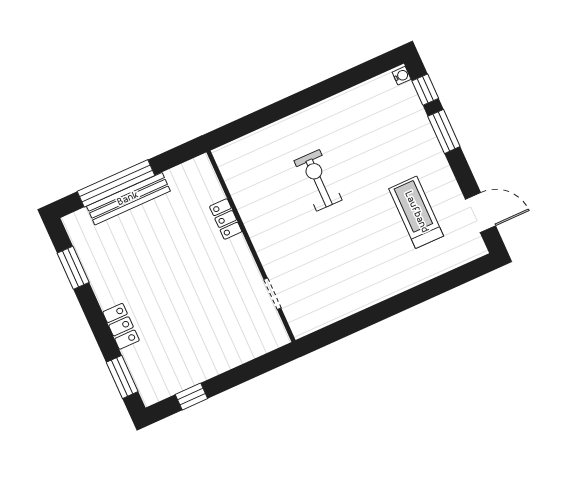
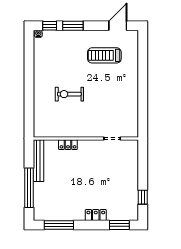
bench: (128, 199) -> (38, 161), moved
window: (73, 268) -> (59, 225), width x1.44

